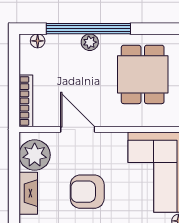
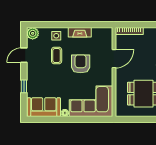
plant: (35, 155) -> (100, 36), removed

